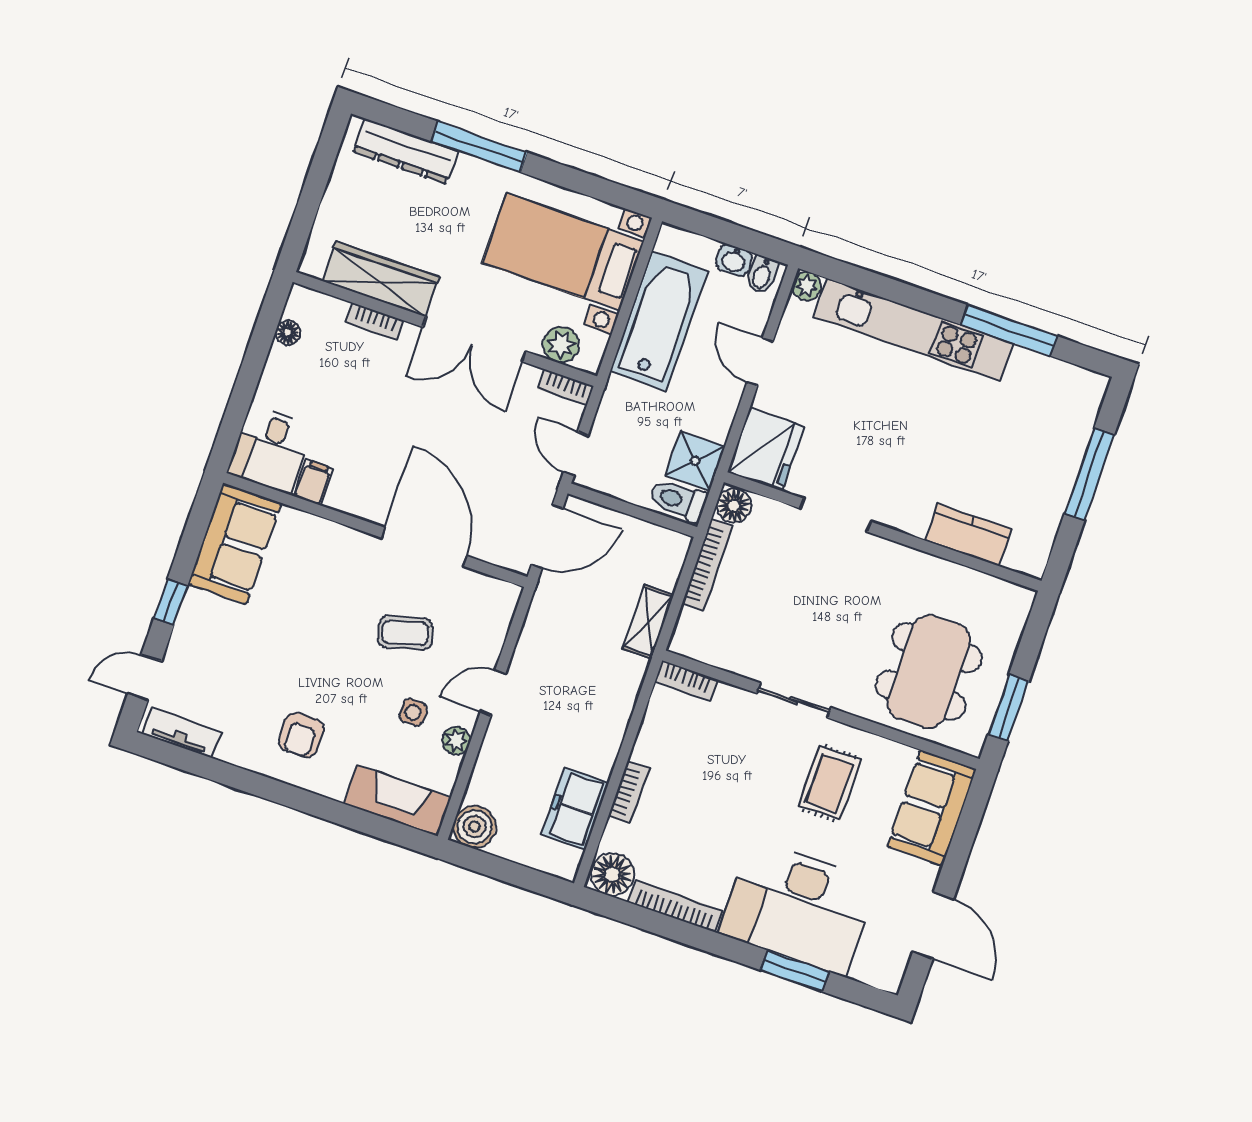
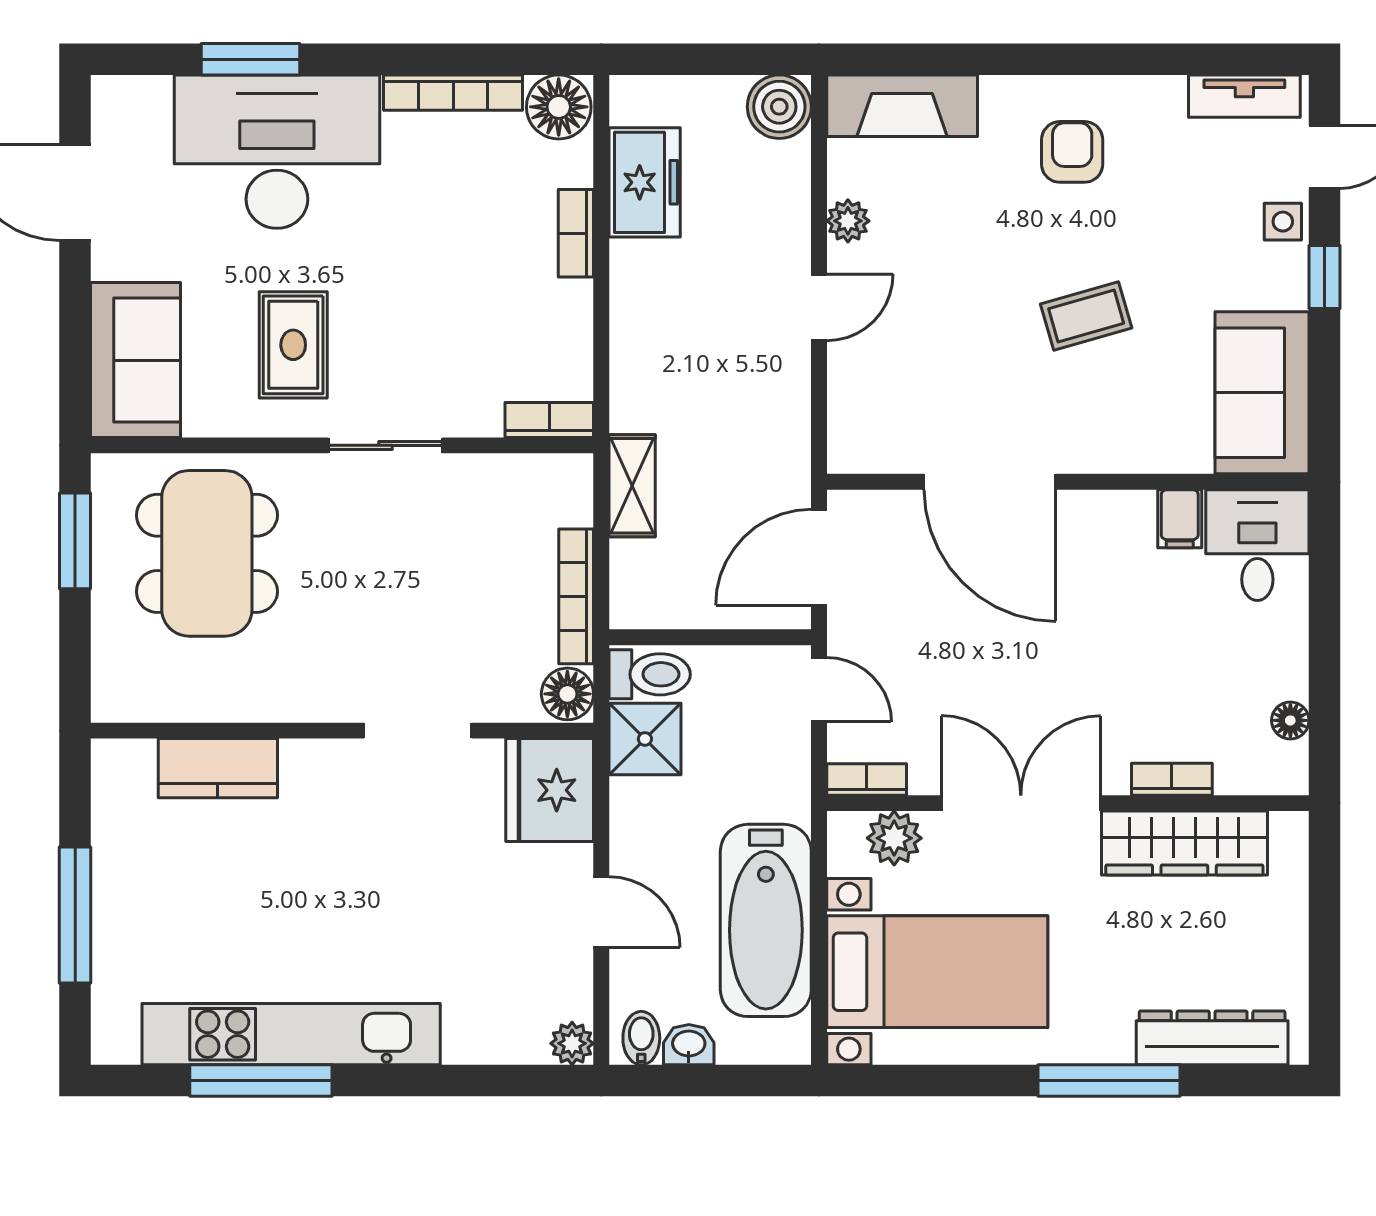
kitchen unit: (914, 330) -> (291, 1034), moved
coffee table: (405, 633) -> (1086, 316), moved
side table: (413, 712) -> (1283, 222), moved

